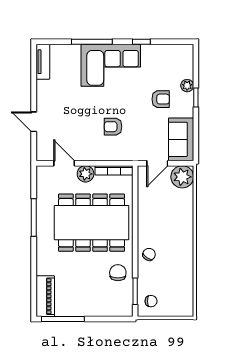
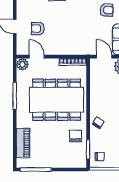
armchair: (113, 127) -> (38, 28), moved
door: (157, 163) -> (104, 57), swing flipped
plant: (86, 174) -> (22, 64), moved
piano: (45, 296) -> (23, 143), moved

